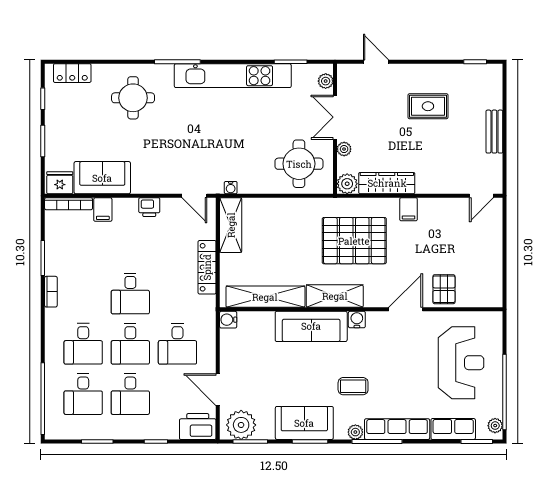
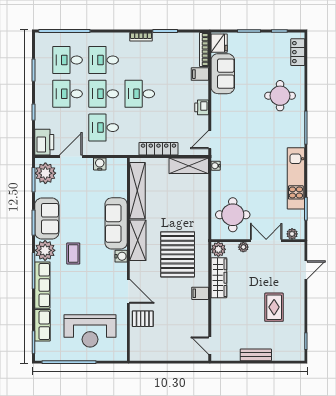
kitchen unit: (233, 76) -> (296, 178), width x0.73
water cooler: (228, 320) -> (100, 164), moved
plant: (495, 426) -> (45, 355), removed
plant: (355, 432) -> (45, 250), width x1.87, depth x1.87

